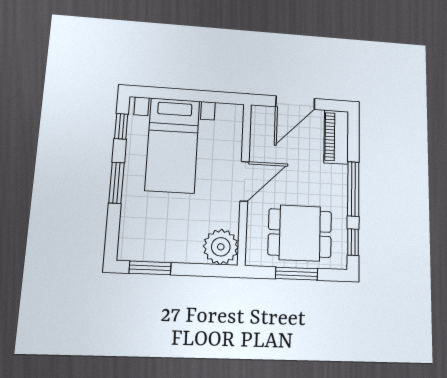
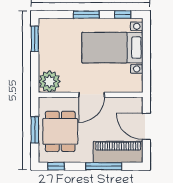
piano: (336, 137) -> (118, 152), width x1.37, depth x1.33
door: (244, 181) -> (92, 95), hinge flipped
window: (353, 189) -> (104, 166), moved

